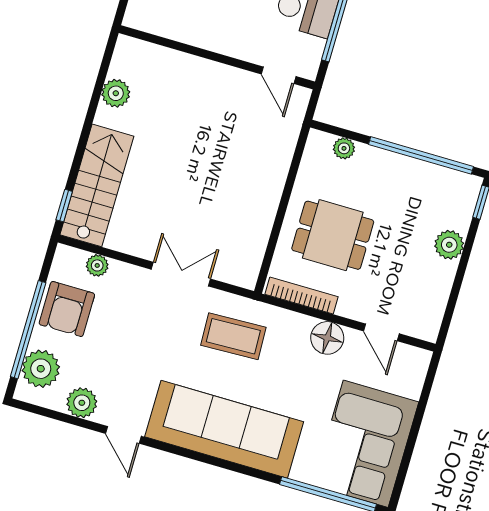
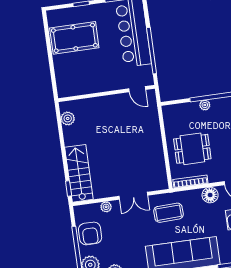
plant: (116, 93) -> (68, 118), moved
plant: (344, 148) -> (205, 105), moved
plant: (97, 265) -> (106, 207), moved
double door: (181, 274) -> (133, 196), swing flipped

